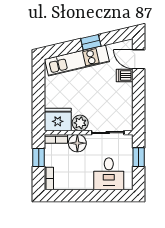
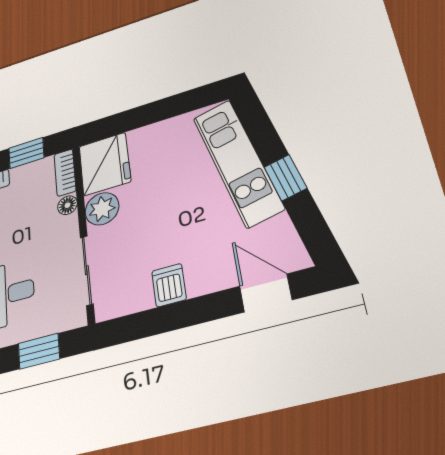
door: (139, 59) -> (266, 293), hinge flipped
dishwasher: (125, 76) -> (169, 285), moved
floor lamp: (77, 143) -> (67, 205), width x0.53, depth x0.53

